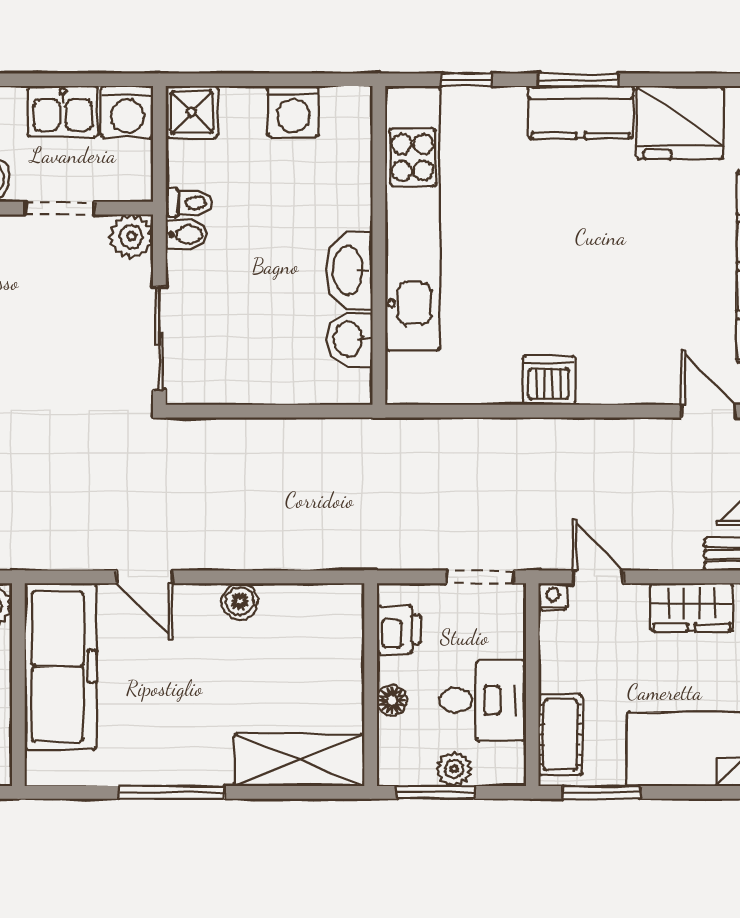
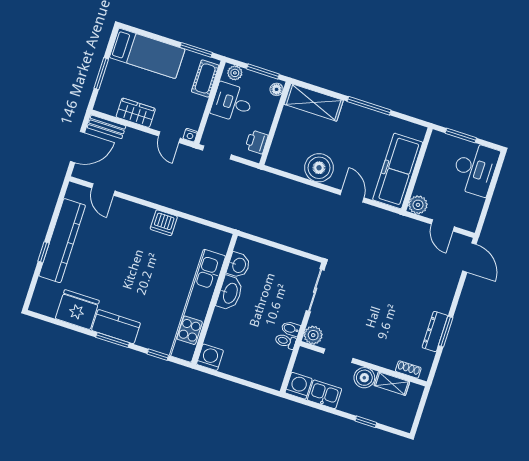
shower: (192, 112) -> (273, 377), removed
washing machine: (293, 112) -> (210, 357), moved
boiler: (240, 601) -> (319, 168), width x1.86, depth x1.86
floor lamp: (392, 700) -> (277, 89), moved
plant: (454, 769) -> (235, 73), moved

